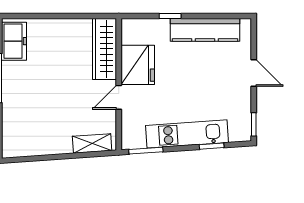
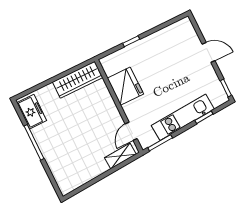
kitchen counter: (205, 30) -> (160, 39), removed
wardrobe: (104, 49) -> (78, 80), moved, turned -90
door: (119, 97) -> (131, 131), moved

